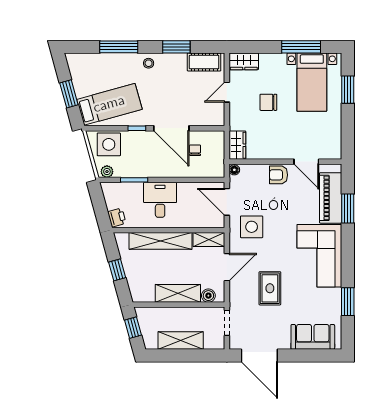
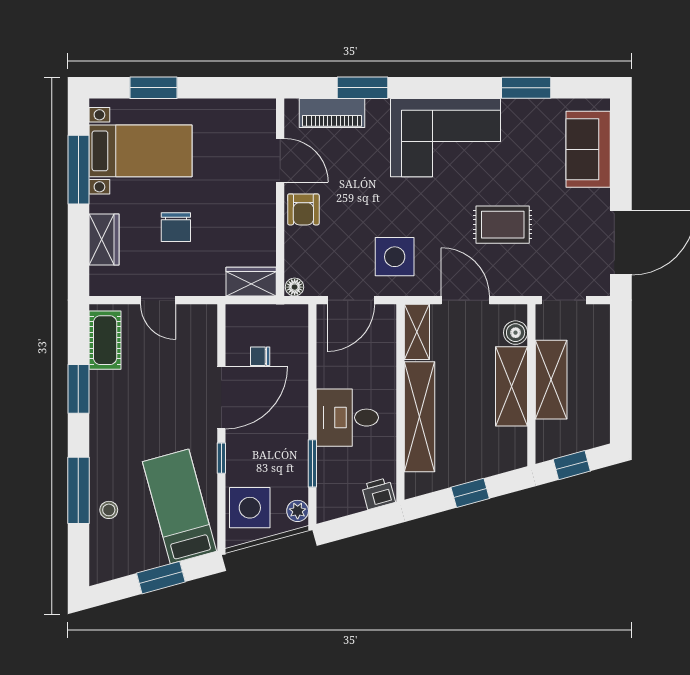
wardrobe: (244, 61) -> (104, 240), moved
stool: (149, 63) -> (109, 510), moved
door: (306, 162) -> (280, 160), hinge flipped
piano: (331, 198) -> (332, 113), width x0.73, depth x0.75
shelving: (181, 341) -> (551, 380), moved

